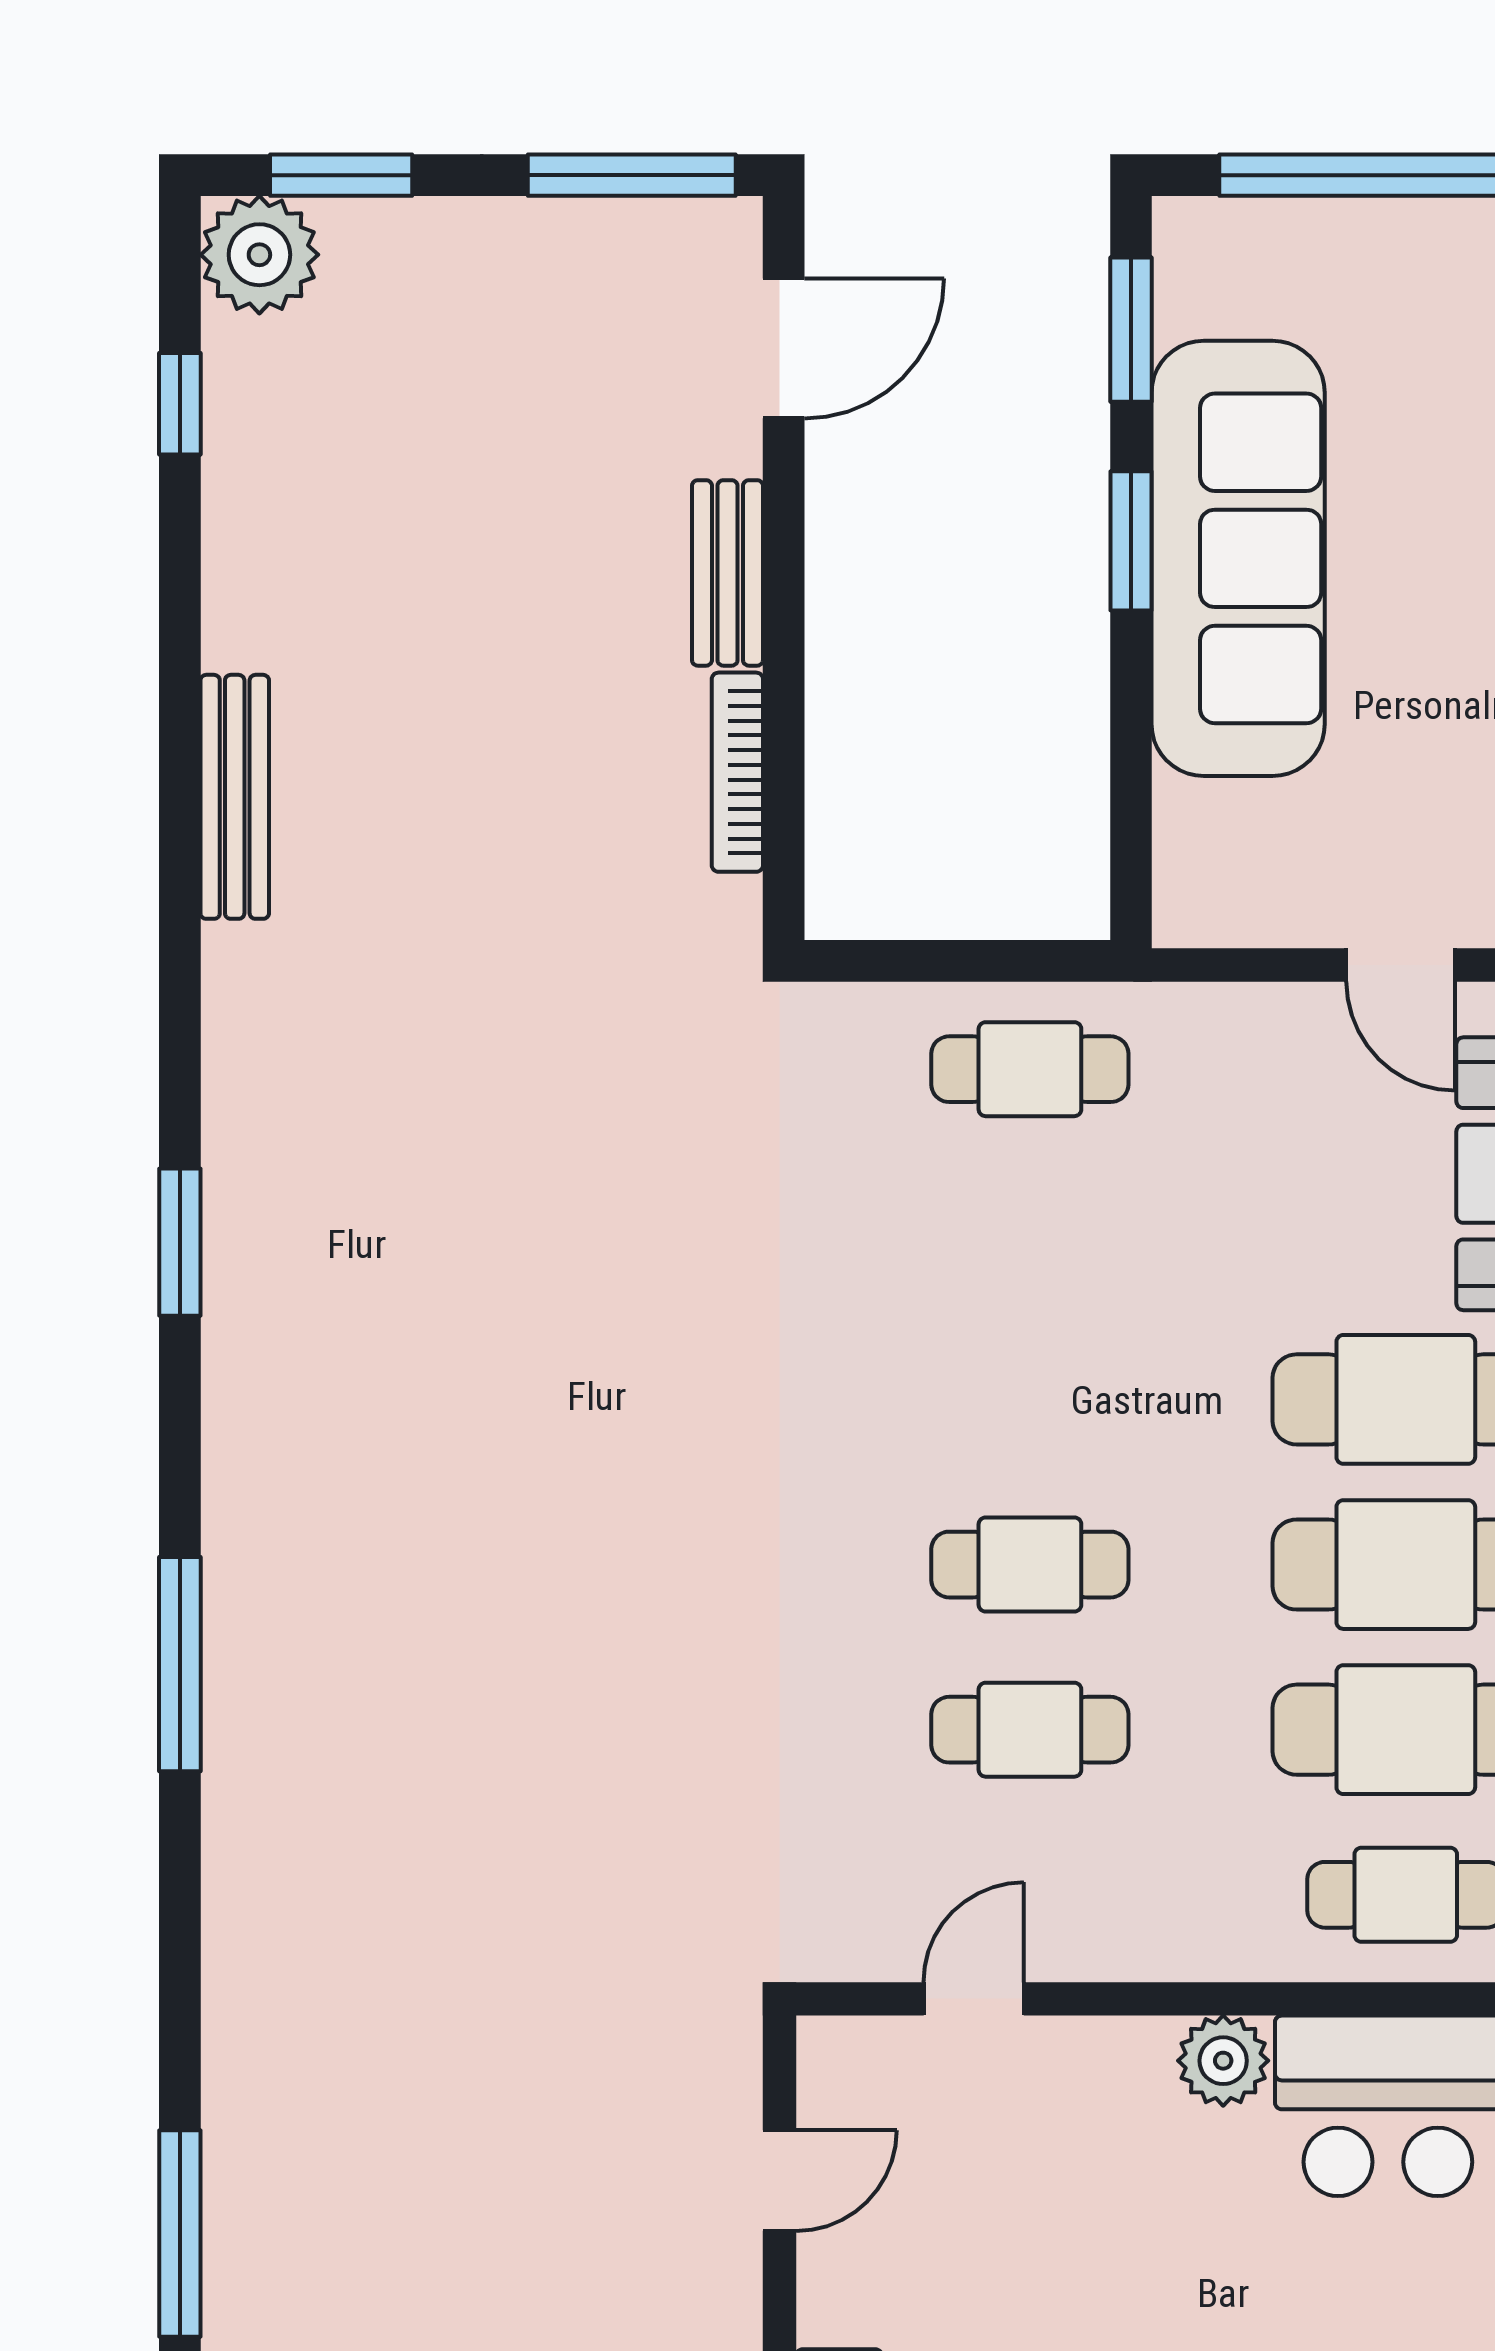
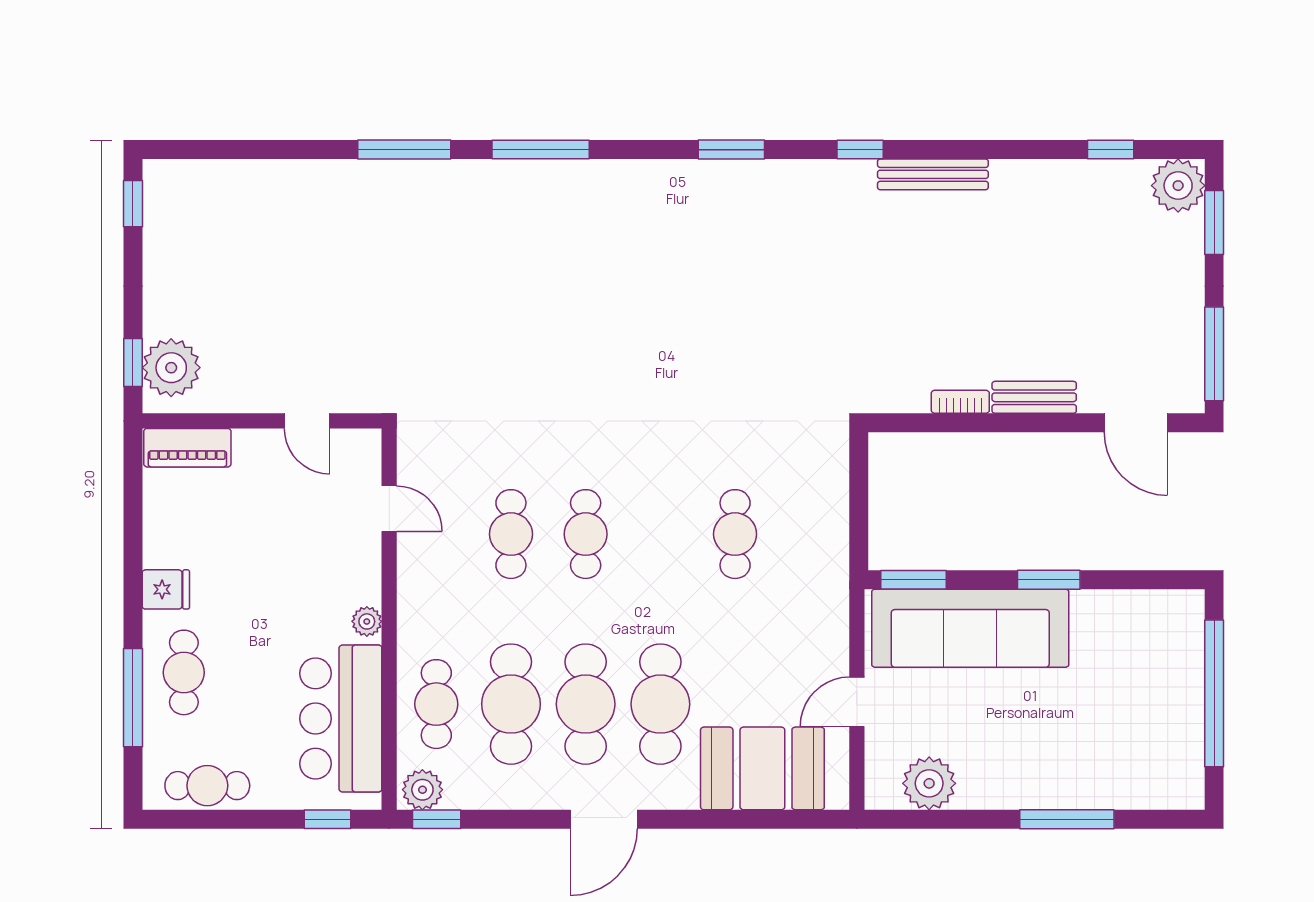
window: (1131, 330) -> (913, 580), moved
sofa: (1238, 558) -> (970, 628), moved
bookcase: (737, 772) -> (960, 402), width x0.64
window: (180, 958) -> (860, 150), added
cafe table: (1030, 1069) -> (735, 534), moved
plant: (1223, 2061) -> (367, 621), width x0.73, depth x0.73
window: (180, 2233) -> (404, 150), moved

